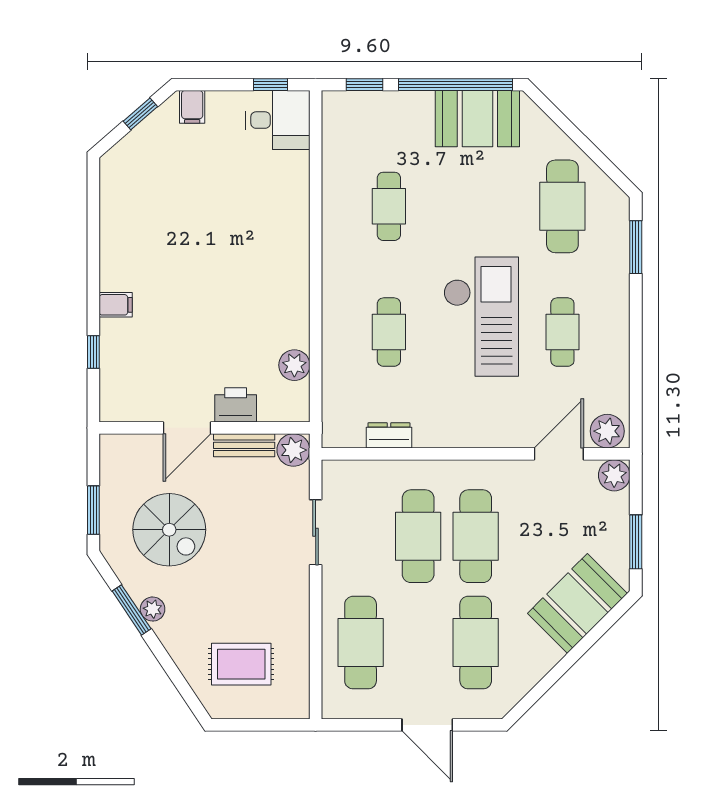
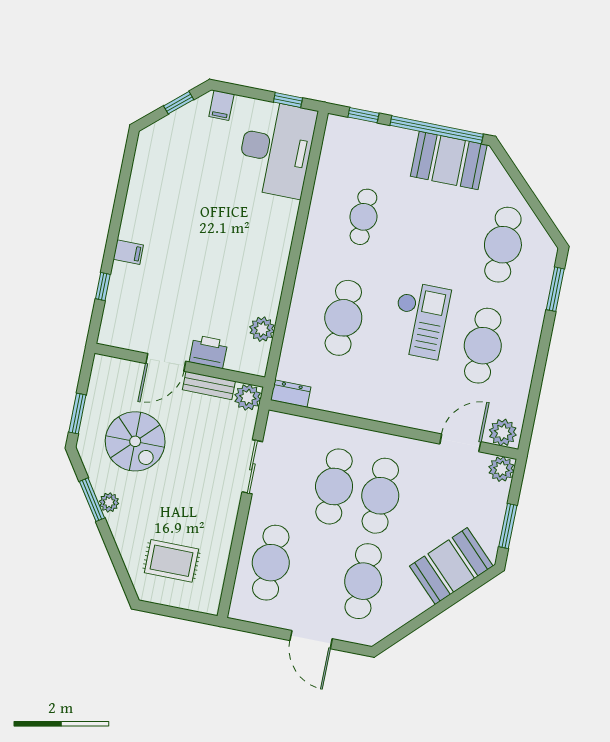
desk: (278, 120) -> (276, 149), width x1.87, depth x1.30
checkout: (481, 317) -> (420, 320), width x0.73, depth x0.83
cafe table: (389, 332) -> (343, 318), width x1.37, depth x1.35
cafe table: (562, 332) -> (483, 346), width x1.37, depth x1.35
dresser: (389, 435) -> (291, 394), moved

